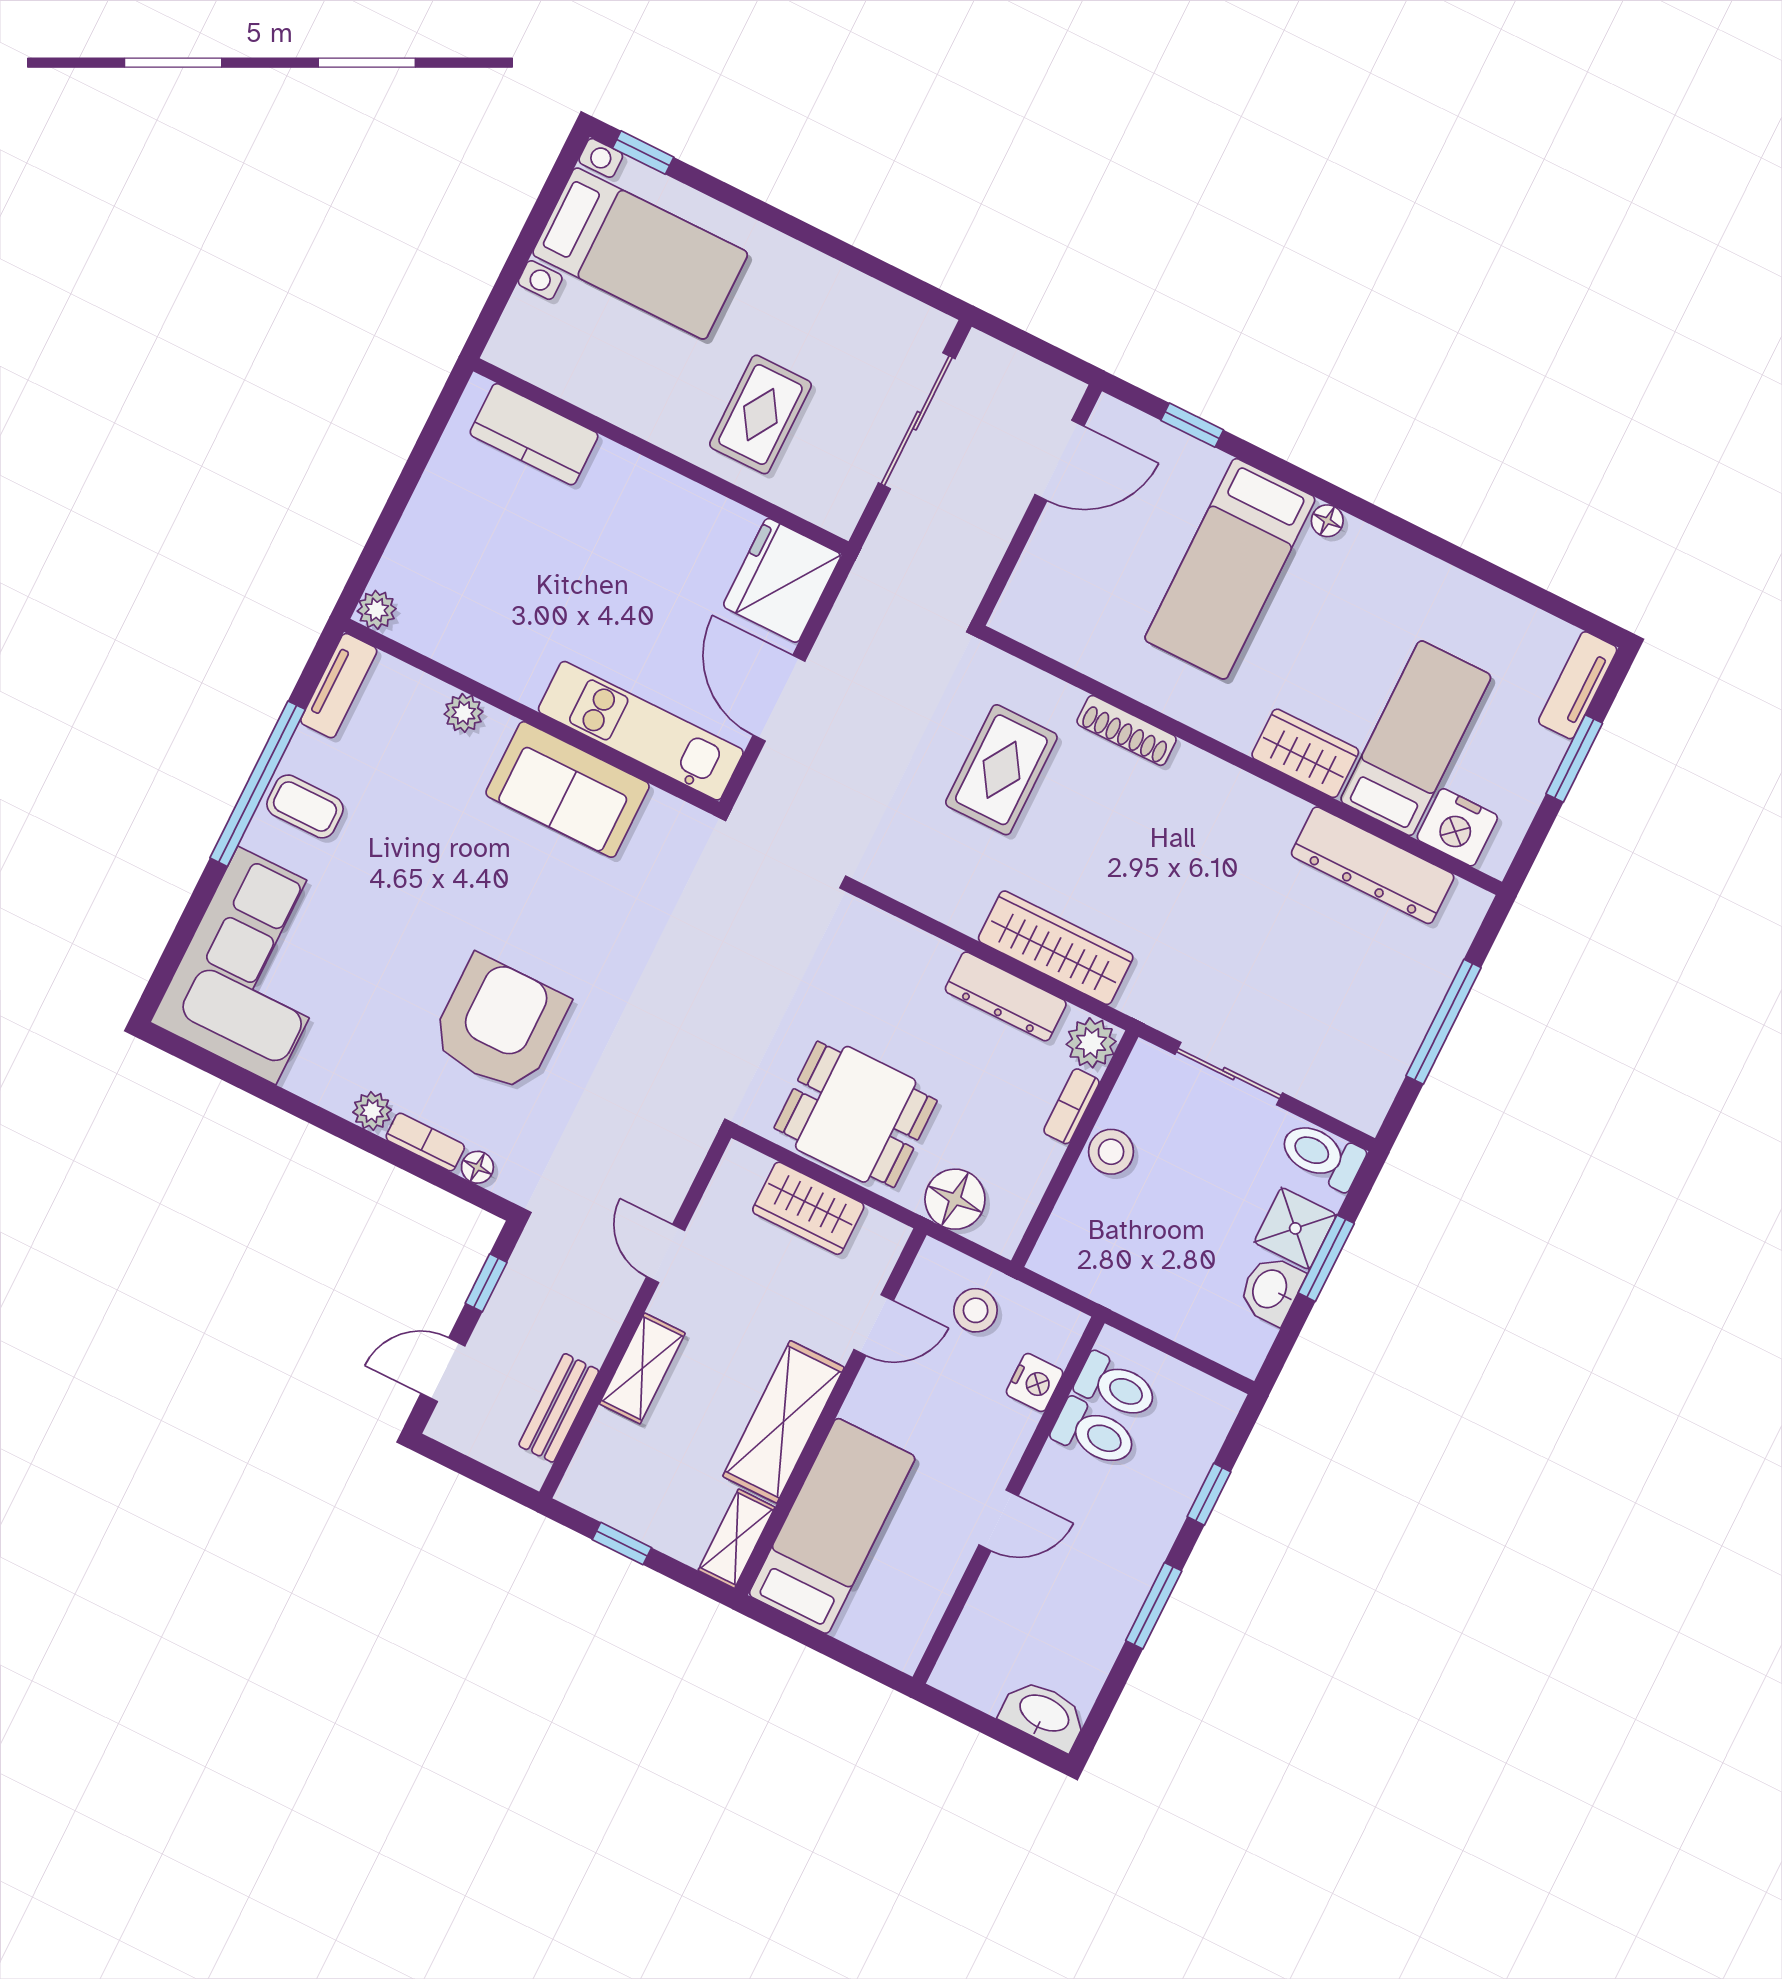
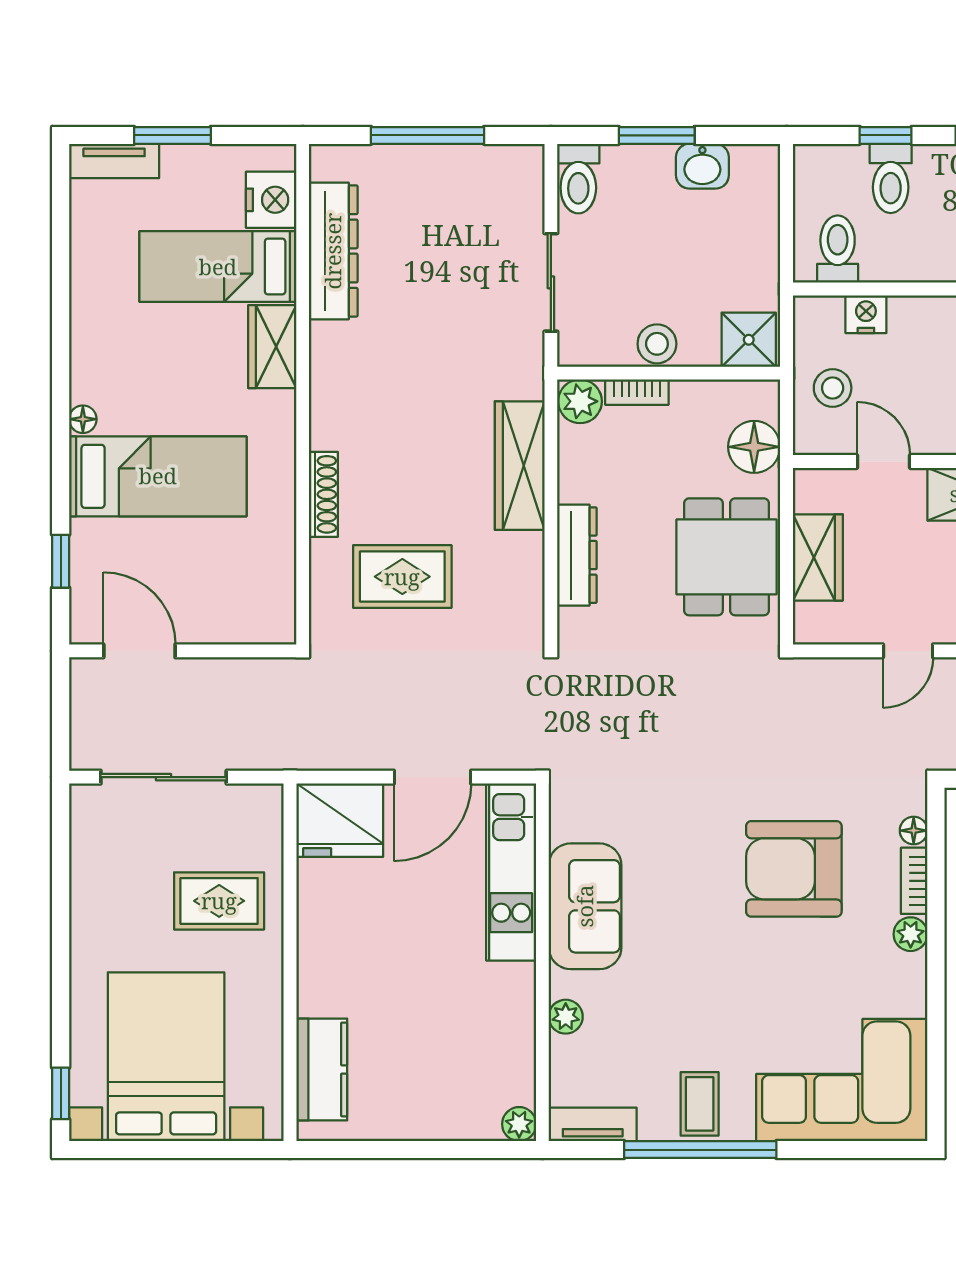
bed with nightstands: (640, 254) -> (166, 1057), width x1.36
dresser: (1006, 996) -> (577, 555), moved
shower: (1295, 1228) -> (749, 340), moved
toilet: (1094, 1433) -> (891, 178), moved, turned 180

